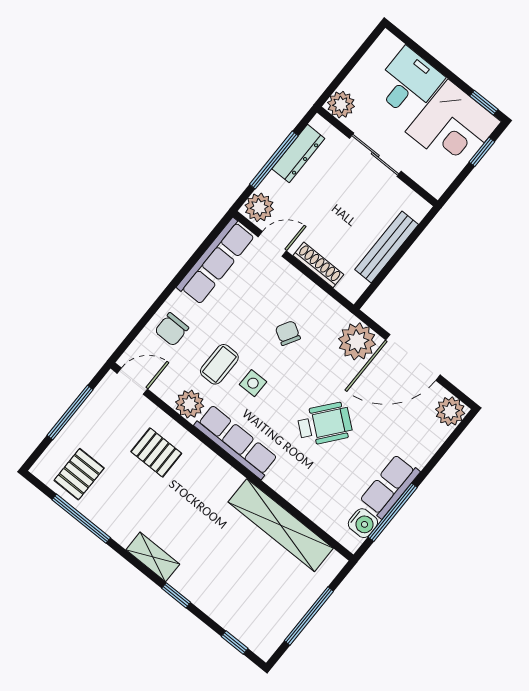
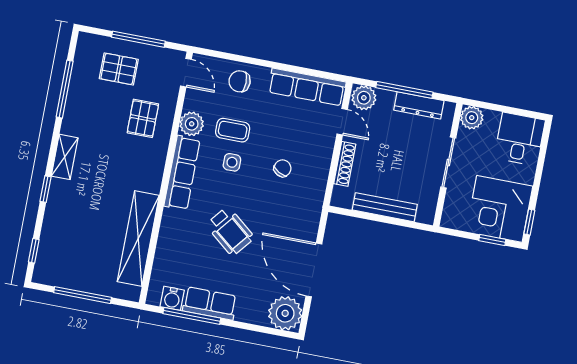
desk: (408, 83) -> (520, 139), moved, turned -90
plant: (357, 341) -> (304, 223), removed
plant: (450, 411) -> (285, 313), width x1.36, depth x1.36
pallet: (79, 474) -> (119, 69), moved

